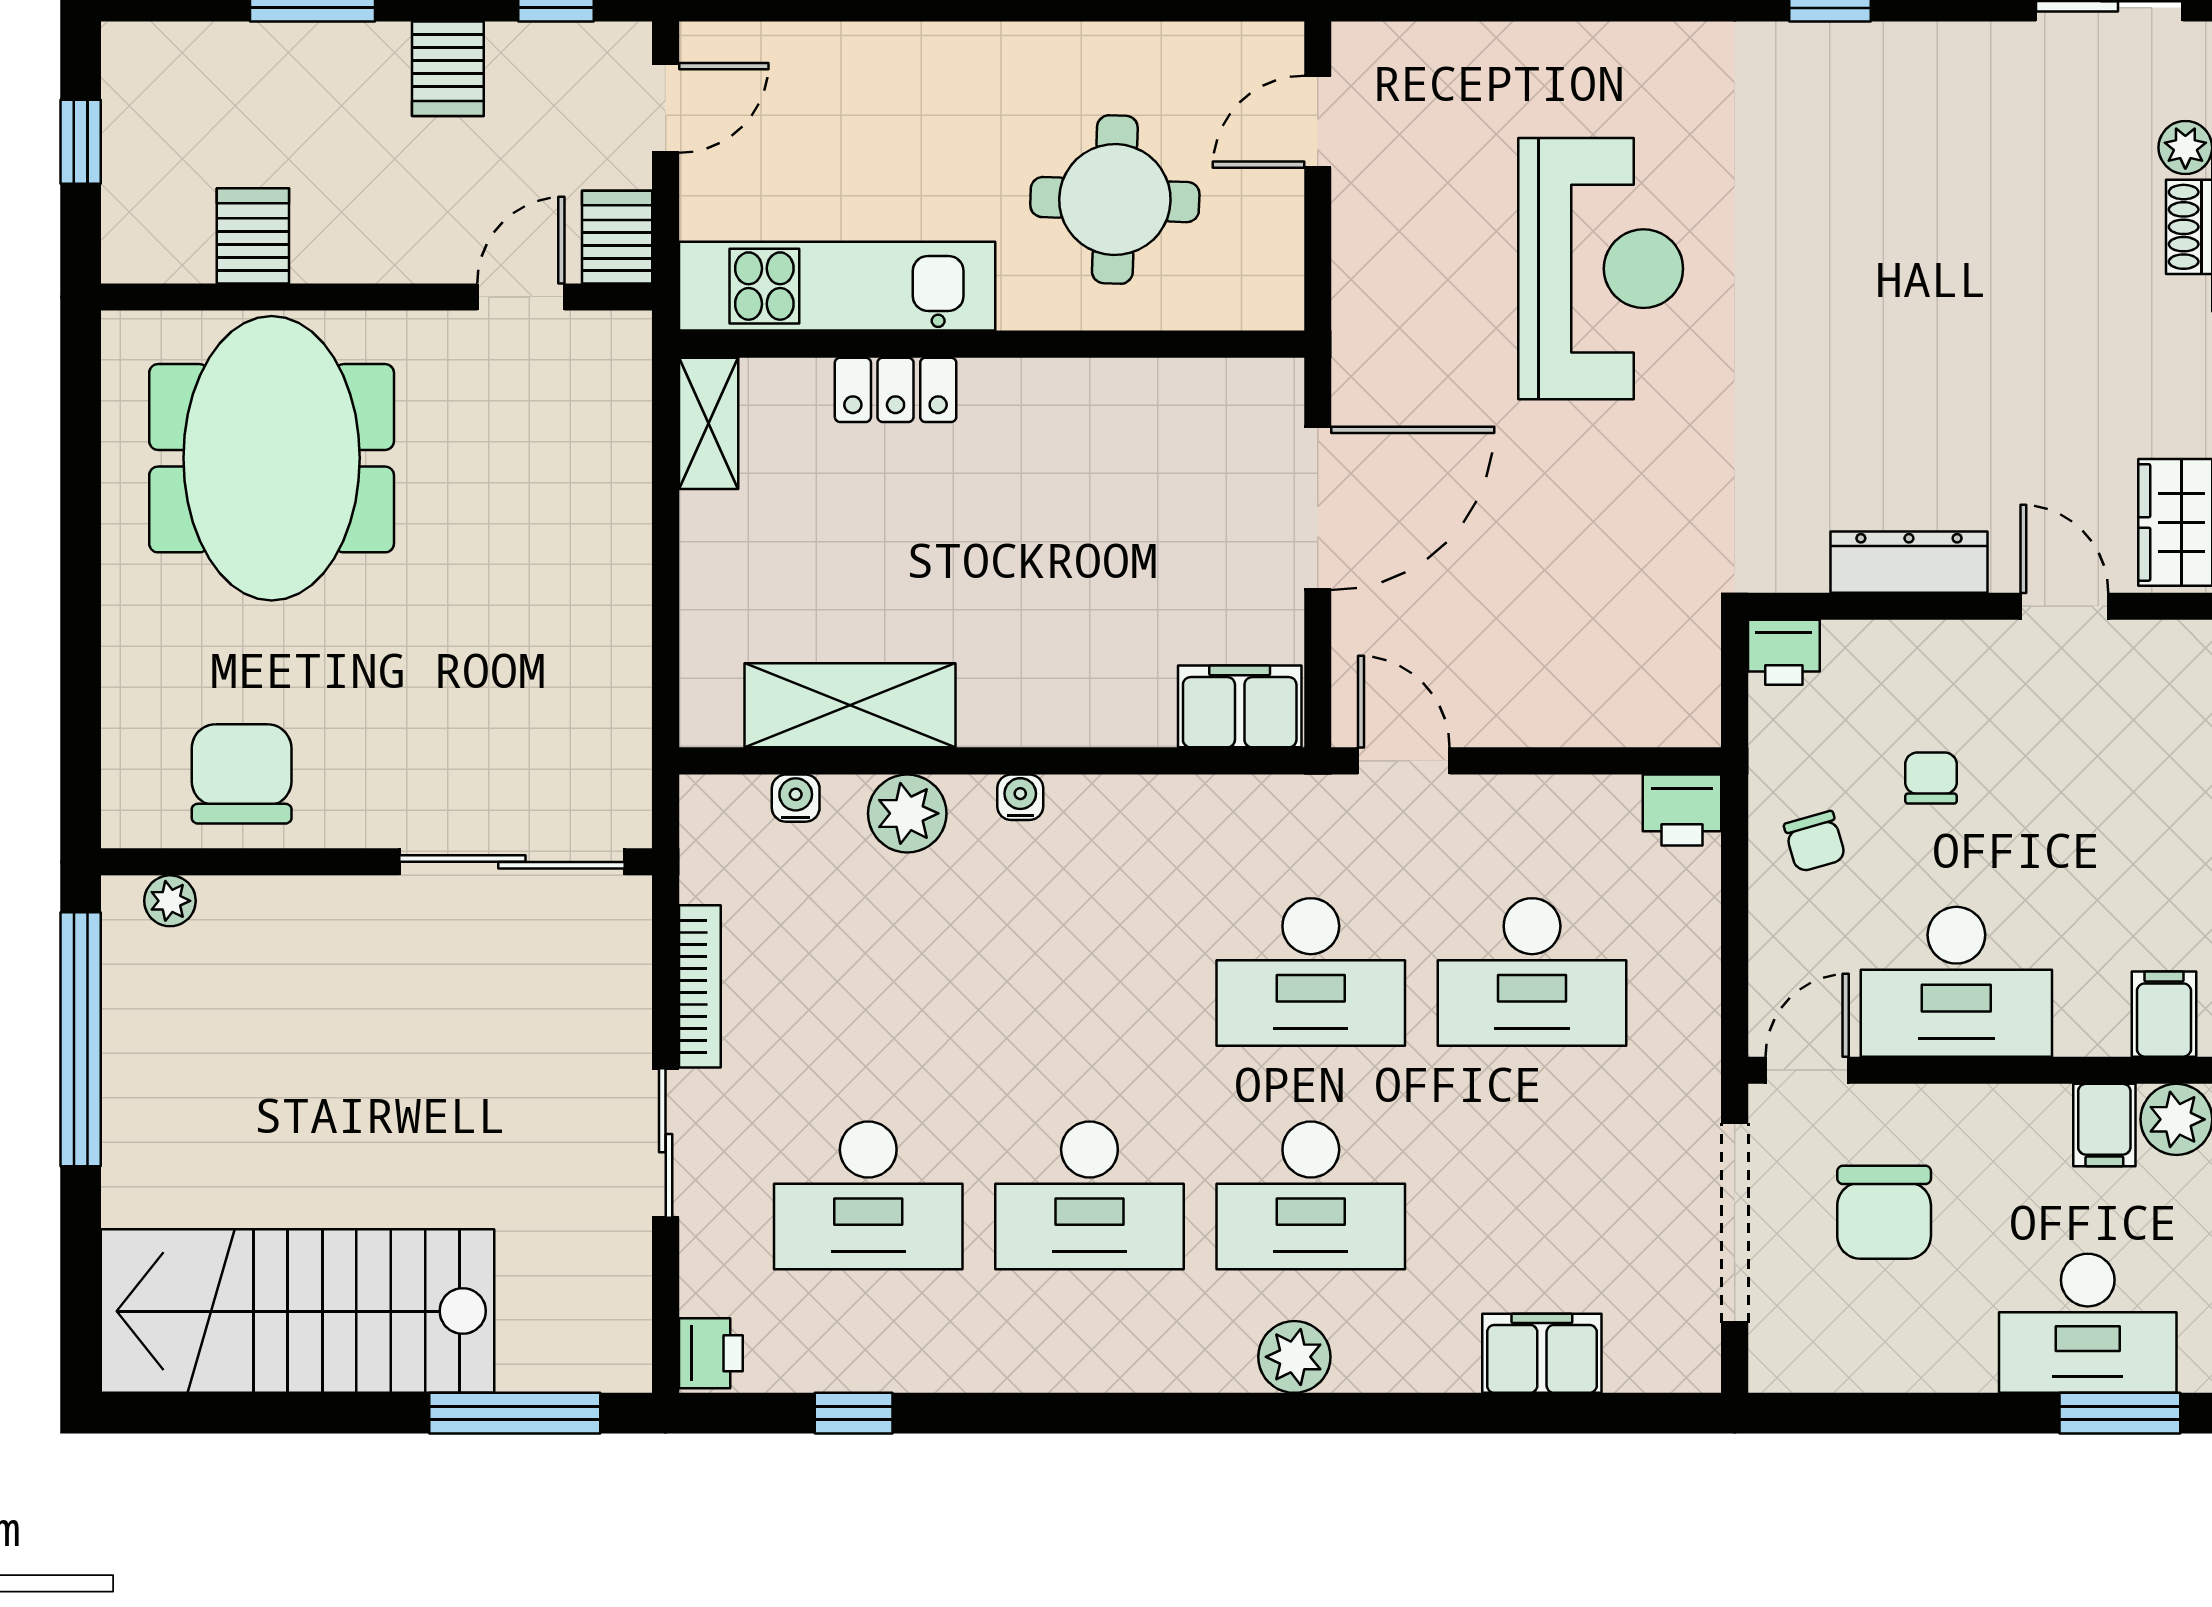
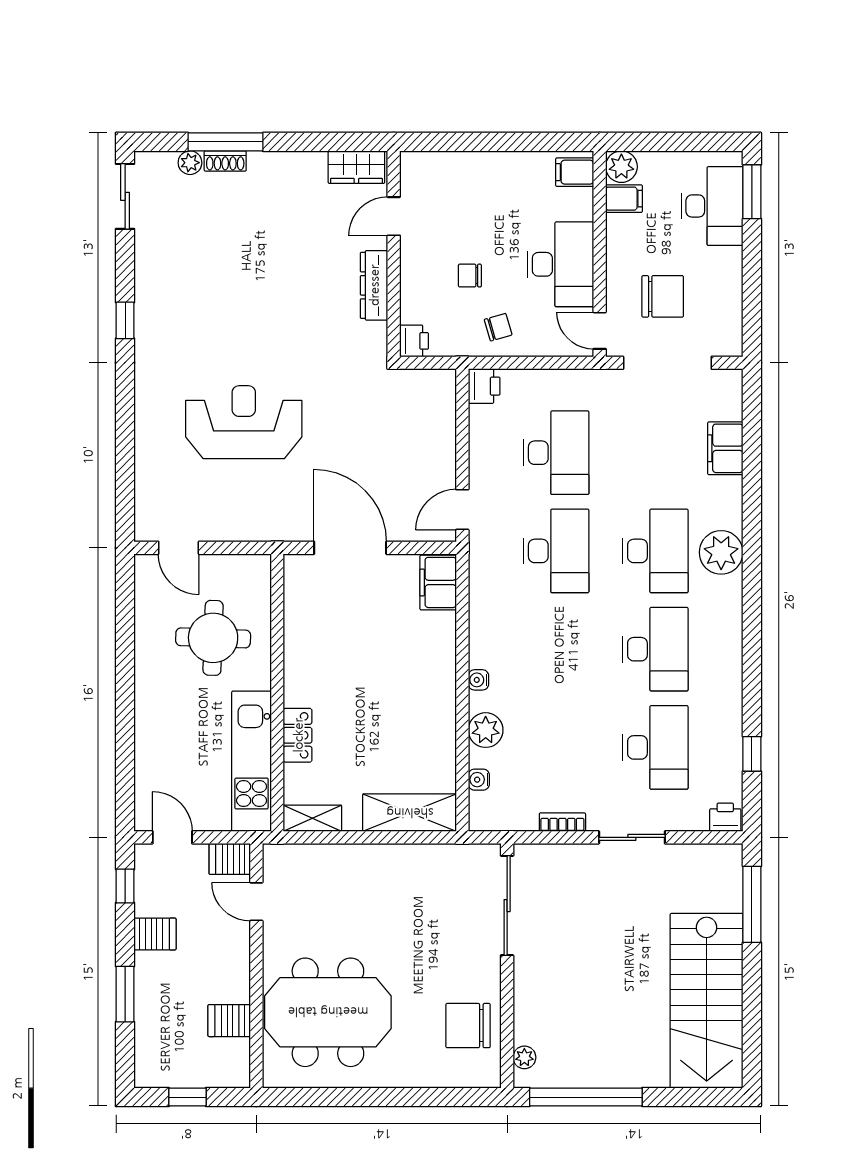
shelving: (850, 705) -> (410, 813), moved, turned 90
bookcase: (700, 986) -> (562, 822), width x0.64
plant: (1294, 1357) -> (721, 552), width x1.36, depth x1.36

